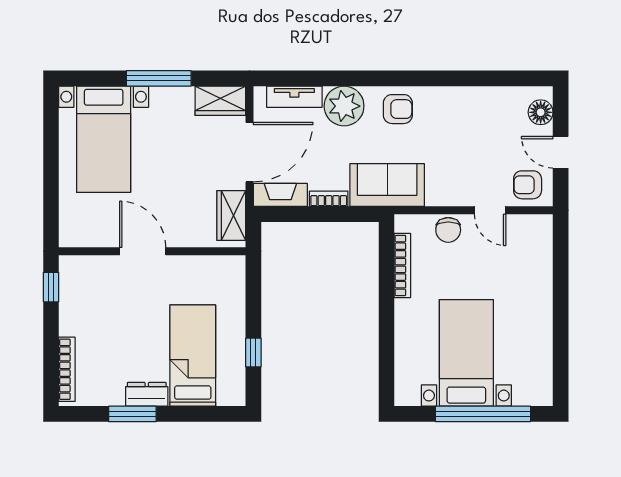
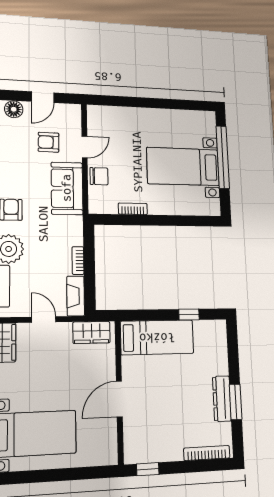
door: (249, 152) -> (44, 320), width x0.53
sofa: (387, 185) -> (67, 188), moved
armchair: (528, 185) -> (49, 142), moved, turned 91
bookcase: (402, 265) -> (133, 209), width x0.64
bed: (193, 356) -> (157, 337), moved, turned 180
dresser: (147, 394) -> (222, 399), width x1.44

